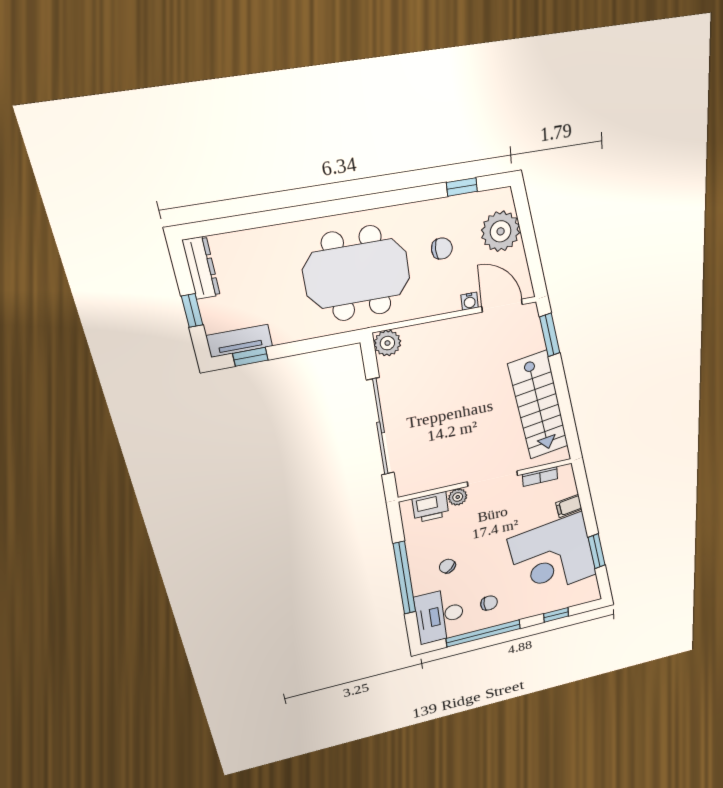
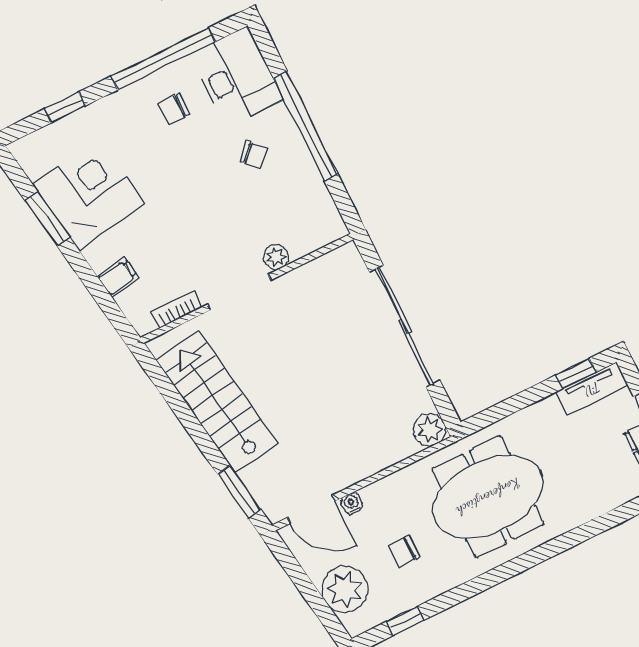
printer: (431, 507) -> (306, 235), removed
corner desk: (553, 557) -> (89, 194), width x0.74, depth x0.74

